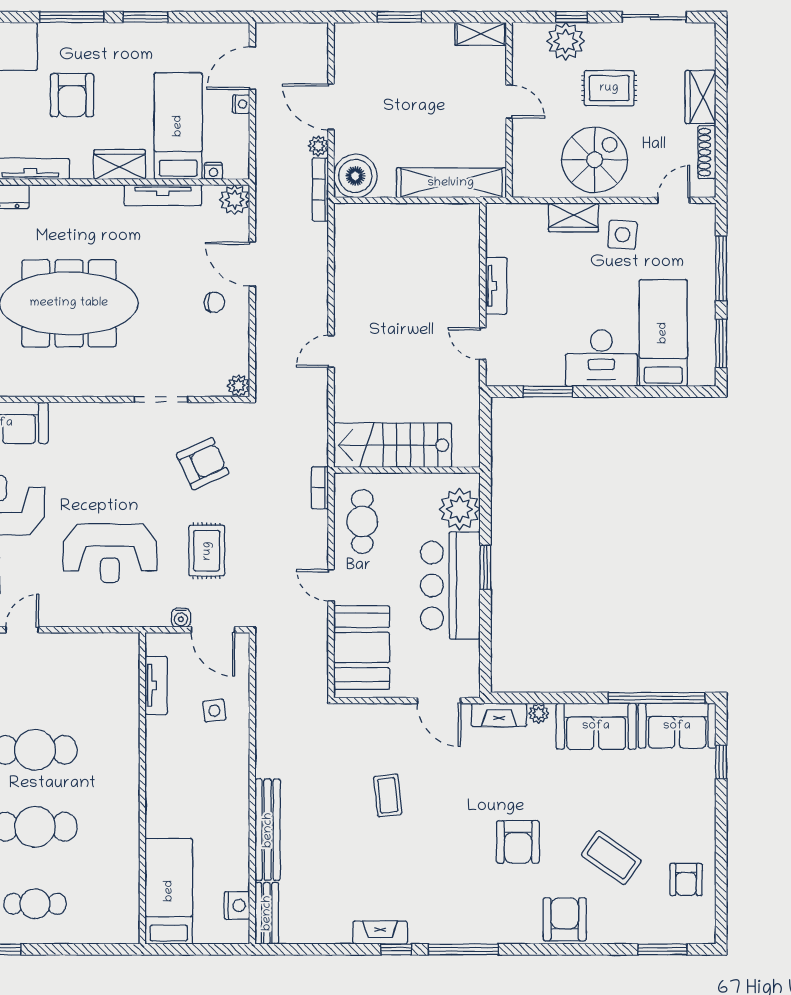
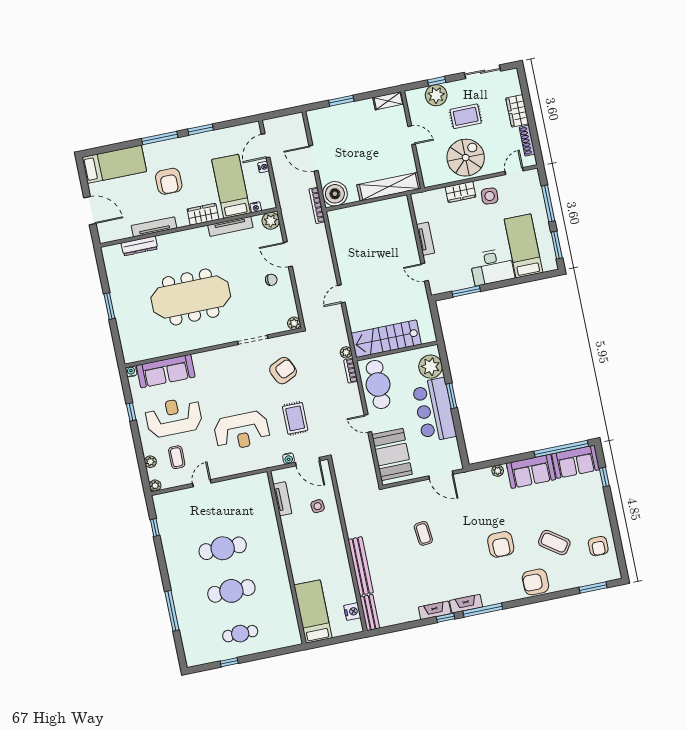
plant: (318, 146) -> (346, 352), moved
cafe table: (362, 521) -> (378, 385), width x1.37, depth x1.35
fireplace: (499, 715) -> (466, 604), moved, turned 180
armchair: (565, 919) -> (535, 582), turned -90

